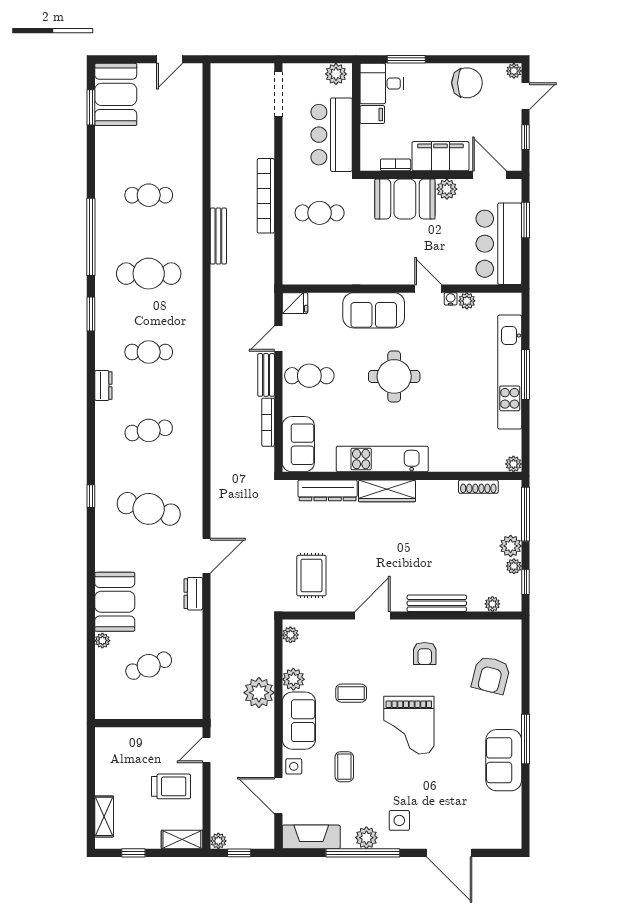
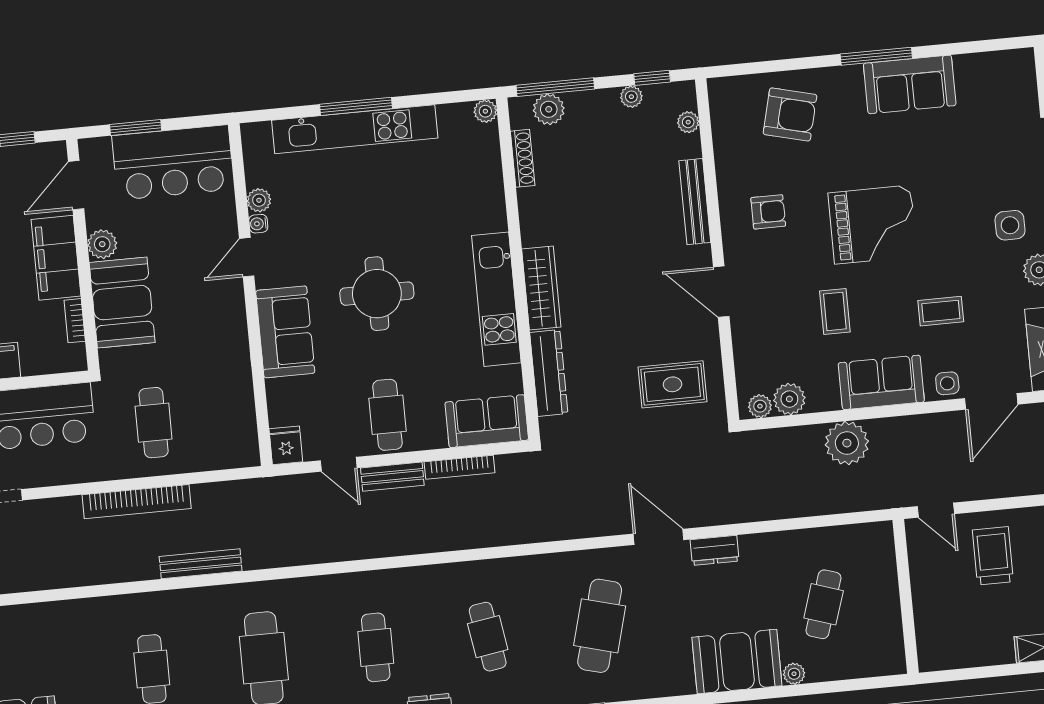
plant: (511, 546) -> (549, 109), moved
cafe table: (149, 666) -> (824, 604), turned 39
plant: (293, 679) -> (789, 399), moved

